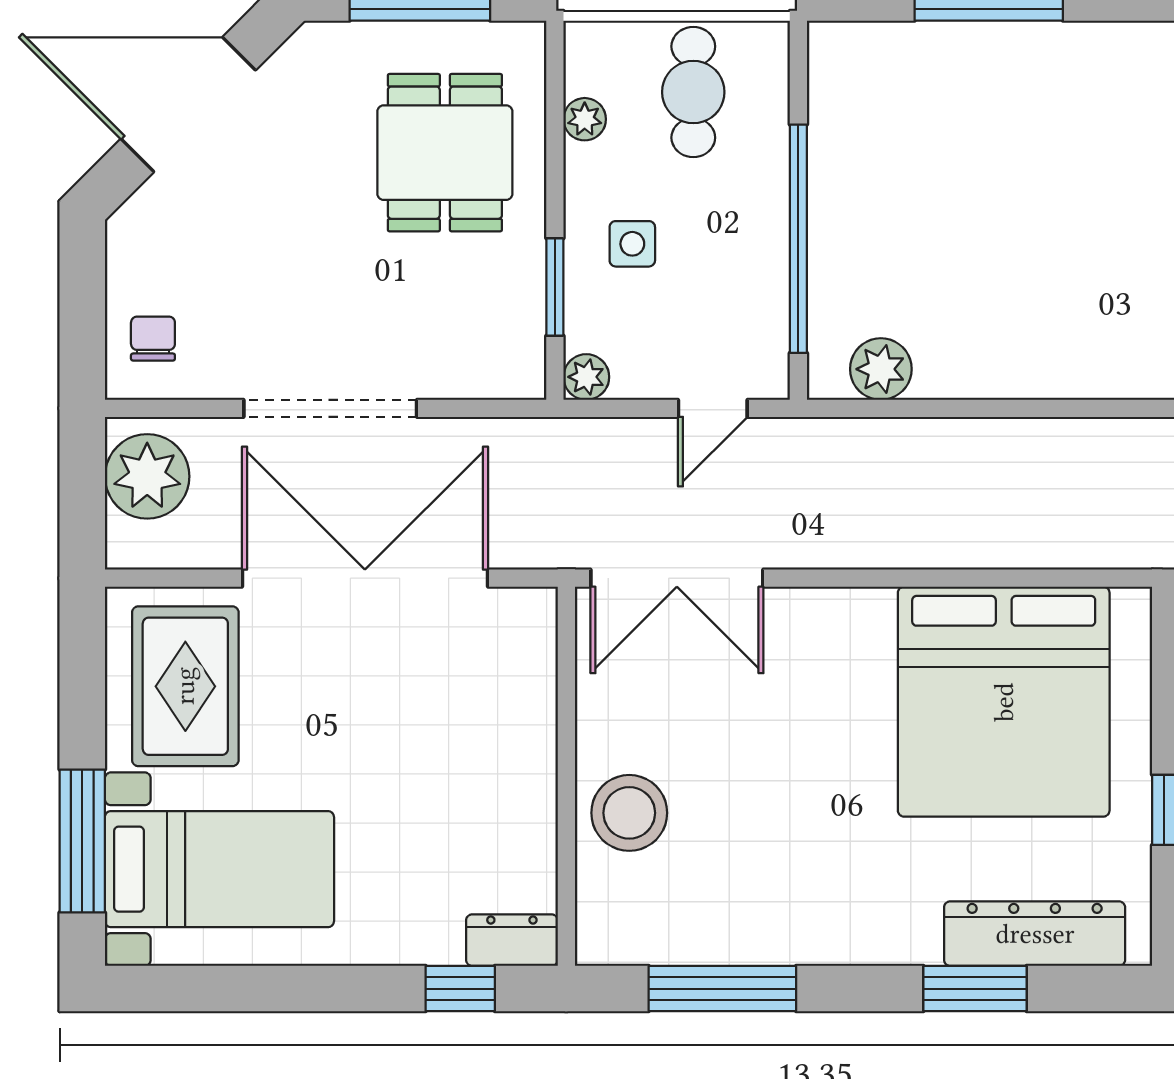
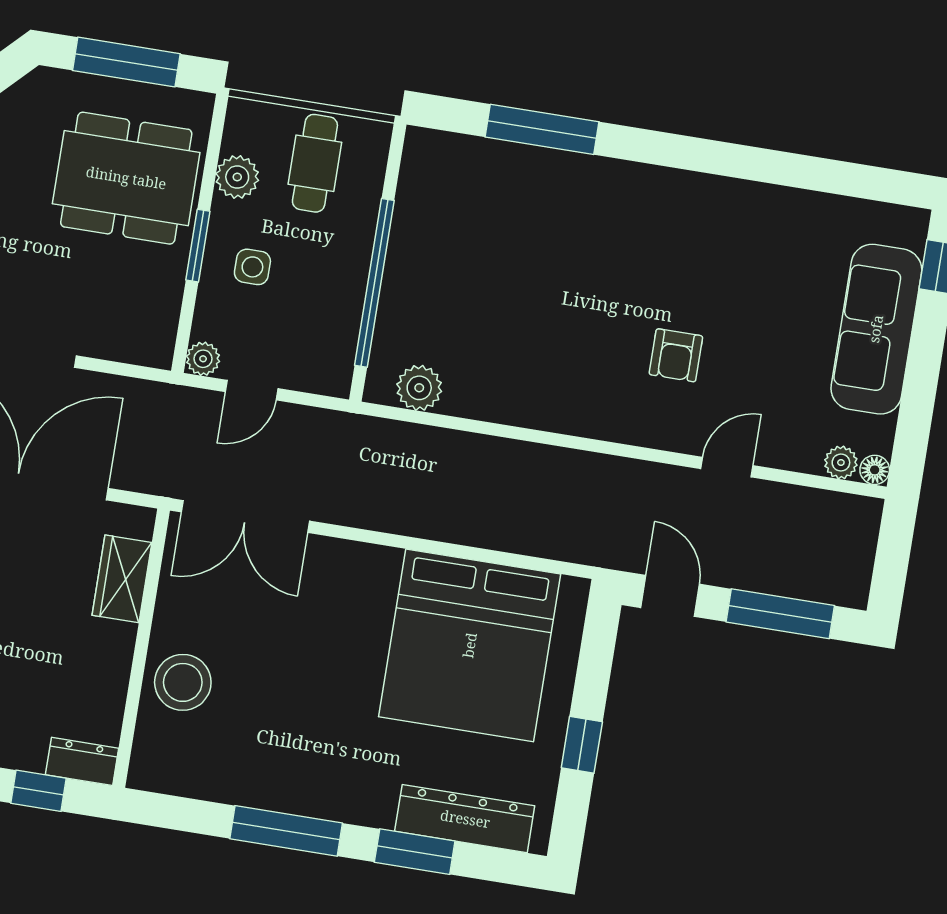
plant: (585, 119) -> (237, 177), width x1.38, depth x1.38
dining table: (445, 153) -> (126, 178), width x1.38
window: (555, 287) -> (198, 246), moved
door: (713, 408) -> (252, 390), moved
wardrobe: (526, 688) -> (122, 579), added
window: (722, 989) -> (286, 831), moved

